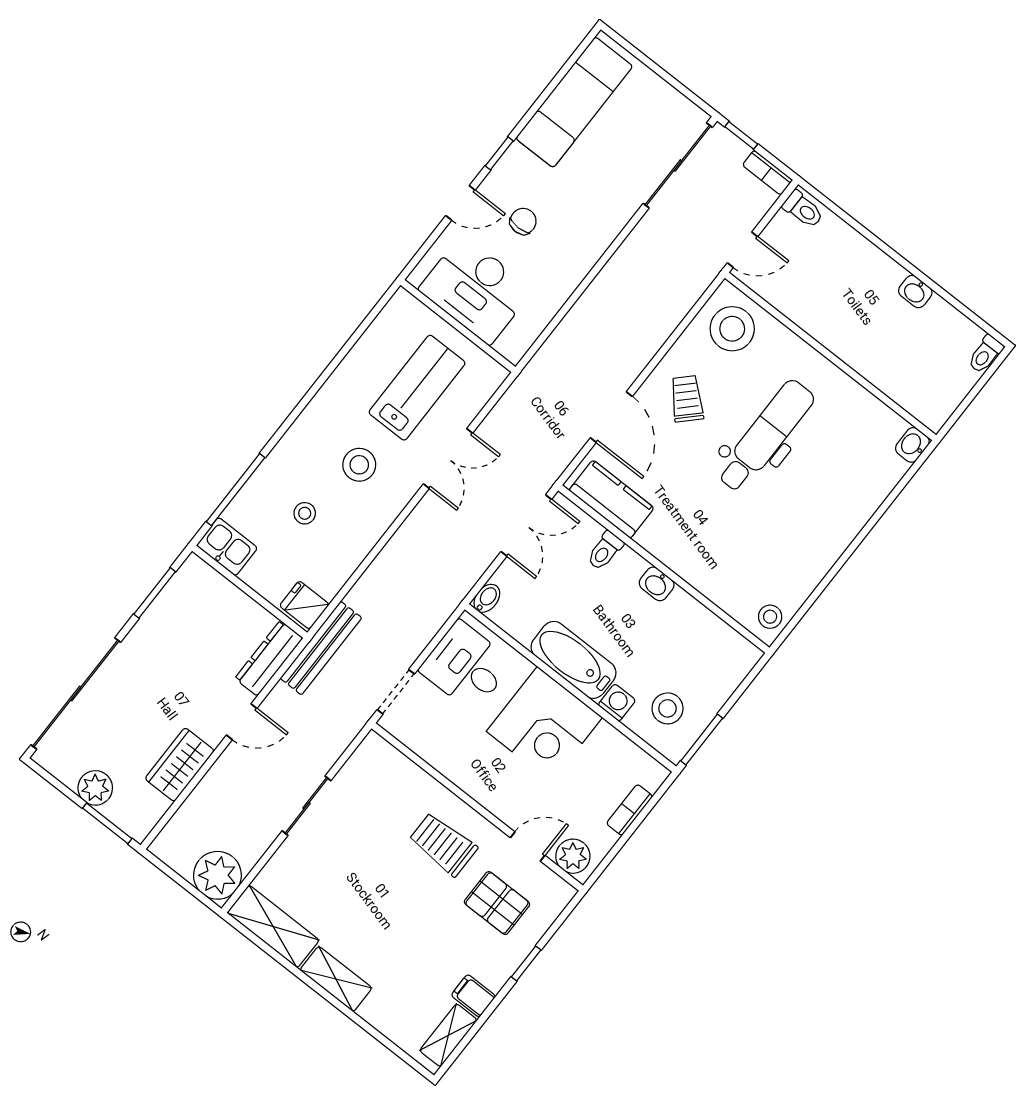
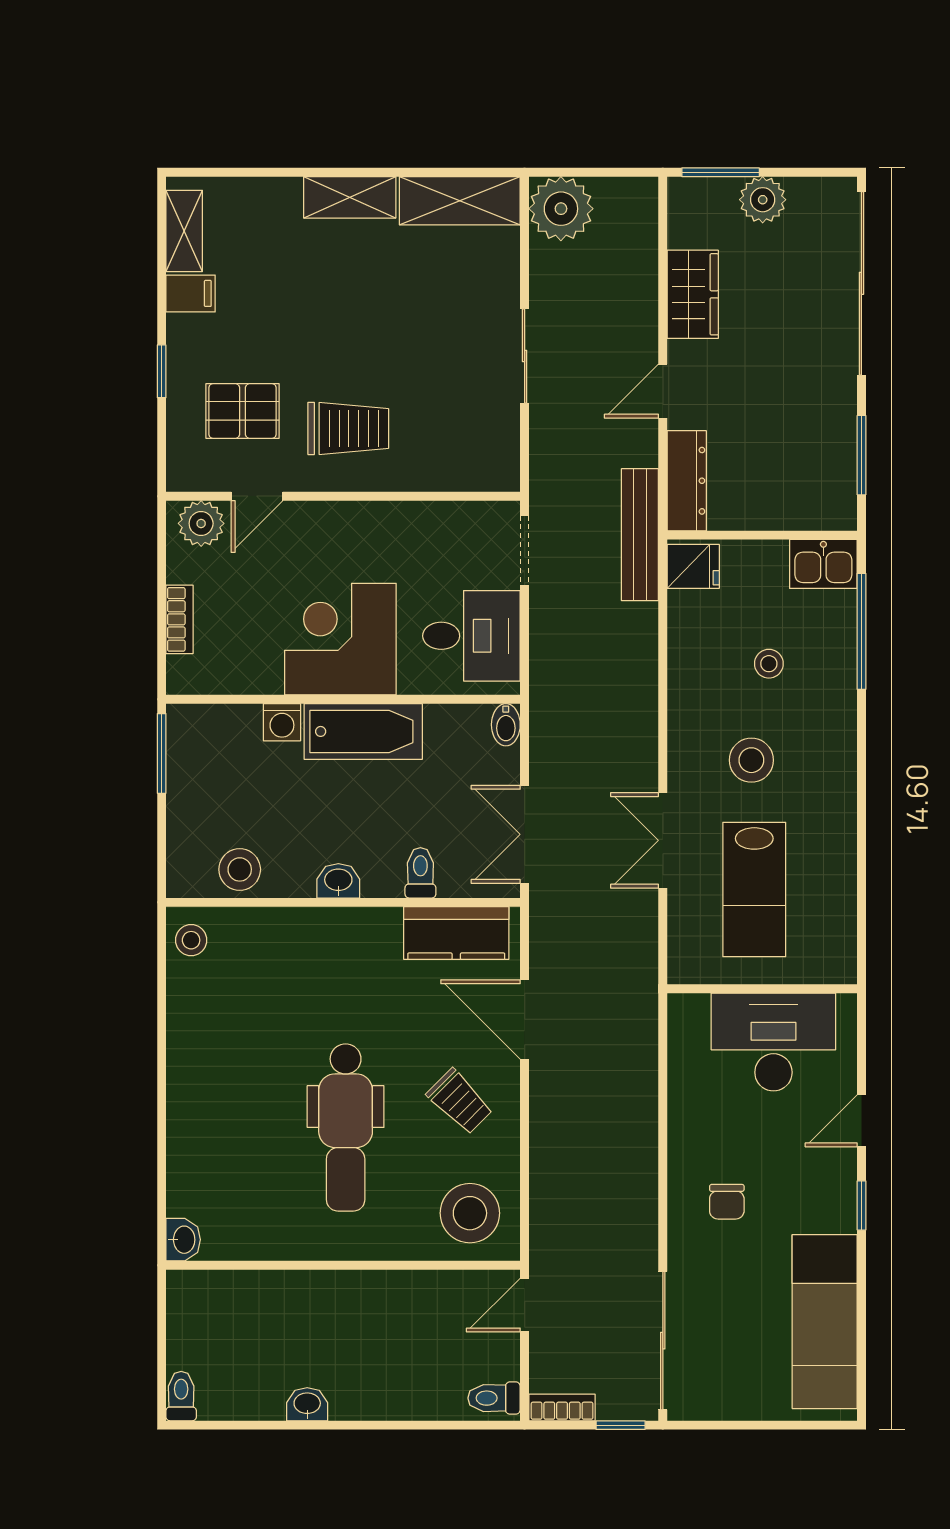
chair: (523, 221) -> (727, 1202), moved
stool: (668, 708) -> (240, 869), moved

